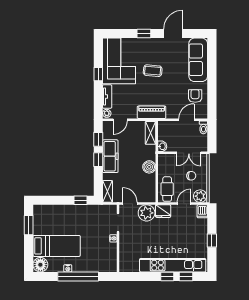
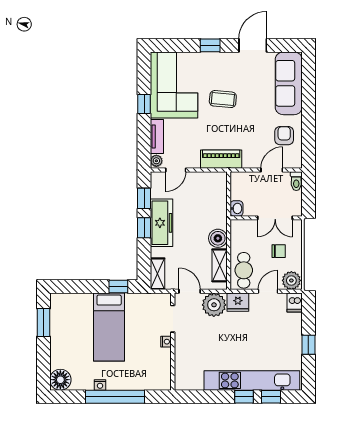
shelving: (150, 133) -> (220, 265), moved
bed: (57, 246) -> (109, 327), moved, turned 90

